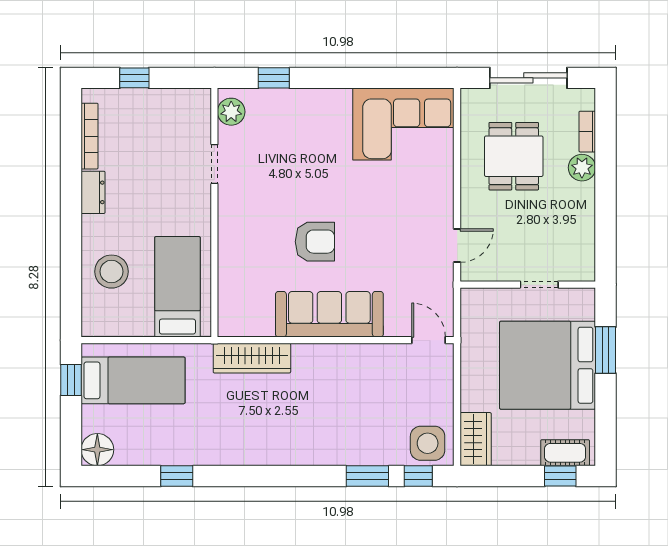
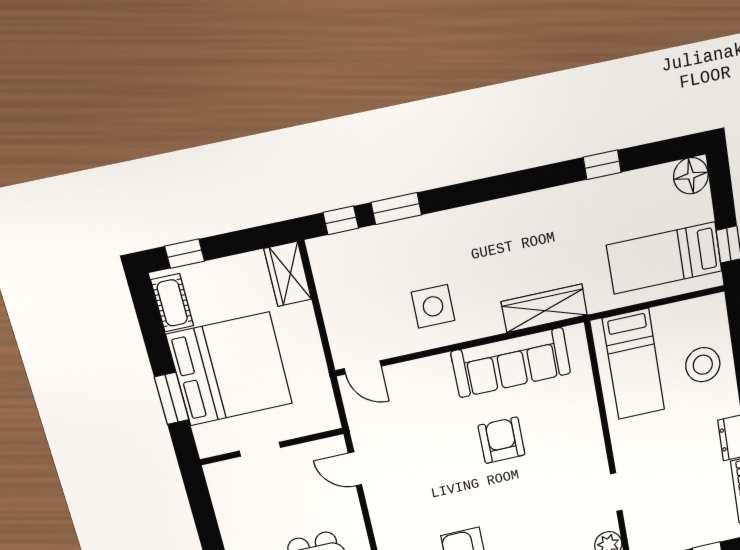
armchair: (315, 242) -> (502, 440), turned 90
door: (457, 246) -> (355, 469), hinge flipped
sofa: (329, 314) -> (511, 363), moved
side table: (428, 443) -> (433, 306), moved
cot: (565, 453) -> (172, 303), moved, turned 90

